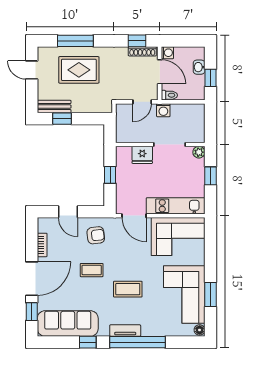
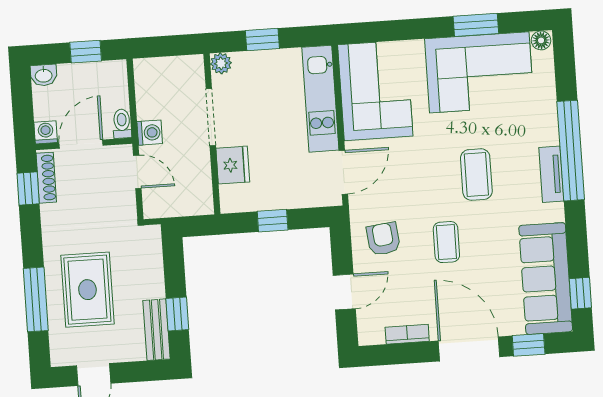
washbasin: (199, 67) -> (44, 75), moved
window: (88, 342) -> (580, 293), moved

